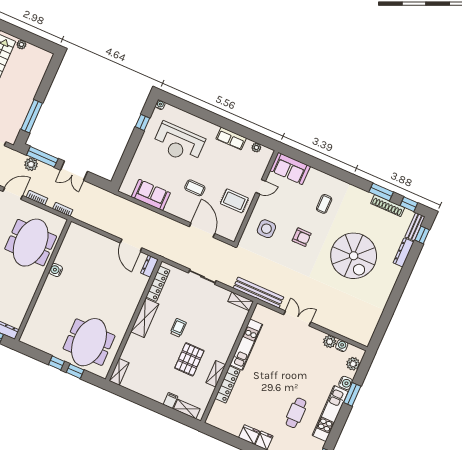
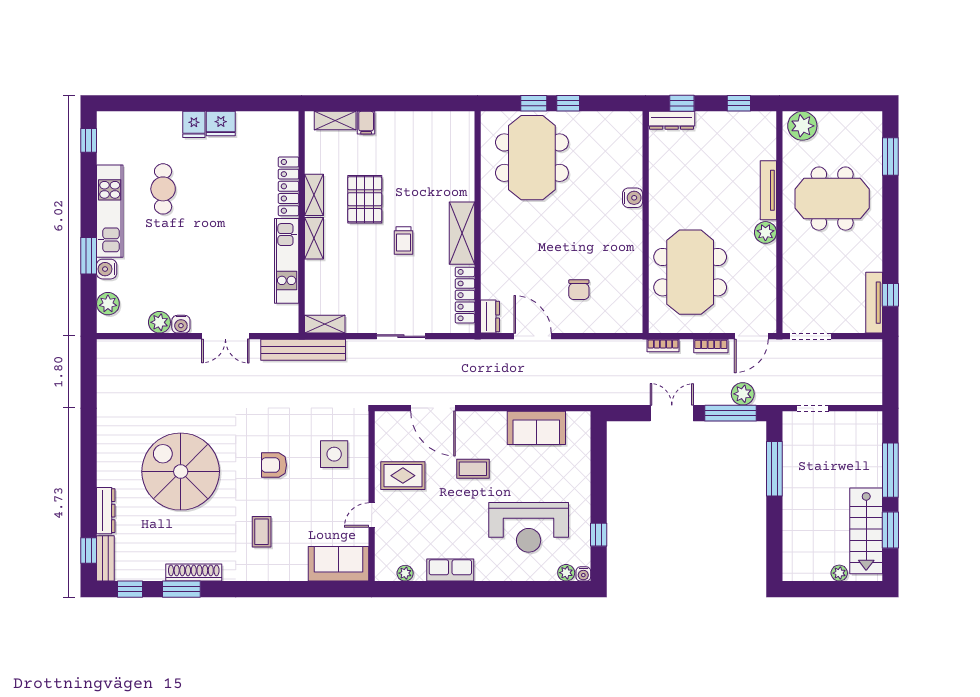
plant: (169, 109) -> (566, 573), added
reception desk: (179, 143) -> (529, 527), turned 180
shoe rack: (388, 206) -> (194, 573), moved
chair: (95, 260) -> (579, 290), added
water cooler: (56, 270) -> (633, 198), moved
water cooler: (342, 346) -> (181, 324), moved
shelving: (119, 372) -> (314, 238), moved

